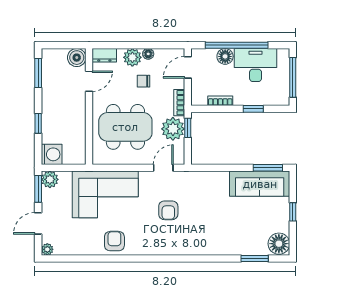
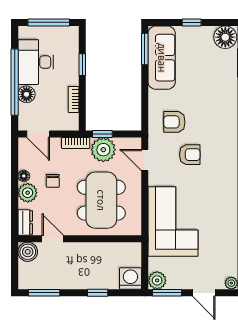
armchair: (114, 241) -> (174, 122), moved

